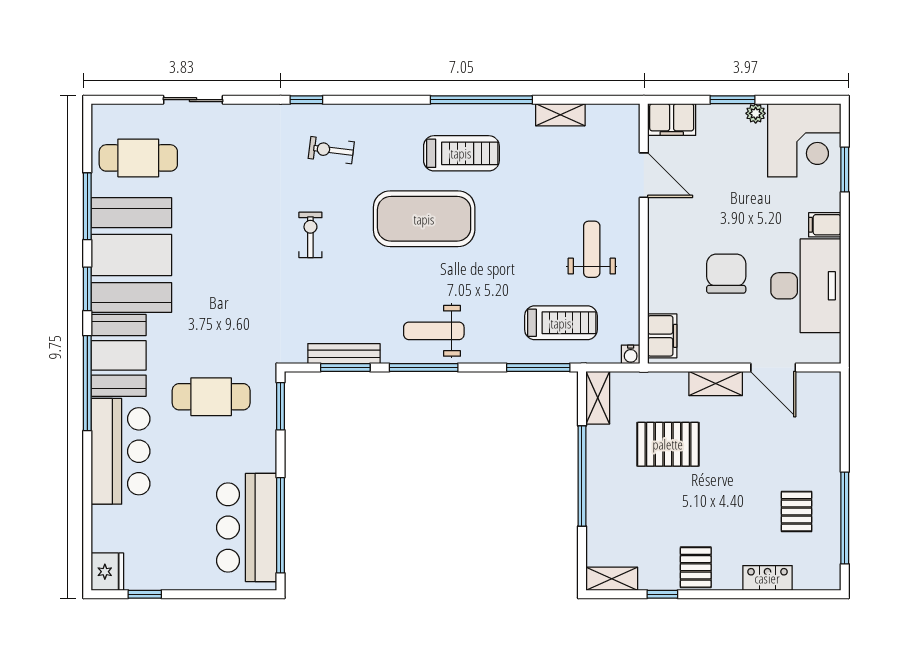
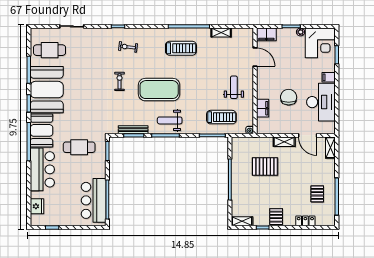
exercise mat: (424, 219) -> (159, 90), moved
filing cabinet: (662, 336) -> (263, 108), moved
shelving: (598, 398) -> (330, 148), moved
fridge: (107, 572) -> (37, 206), moved

